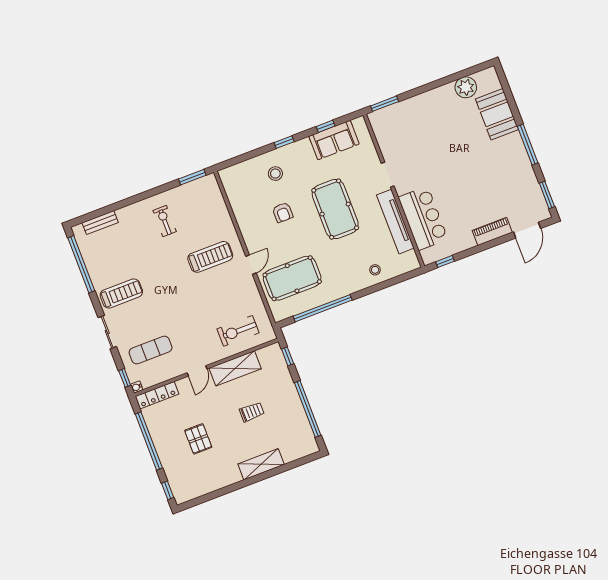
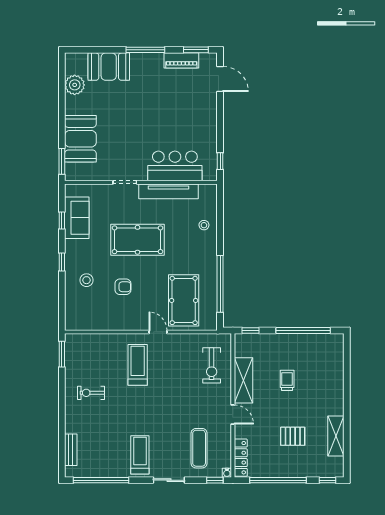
booth: (414, 114) -> (80, 139), added
piano: (492, 231) -> (181, 60), moved, turned -90
shelving: (261, 464) -> (336, 436), moved

